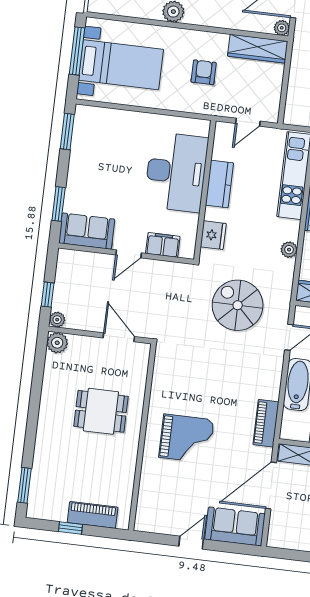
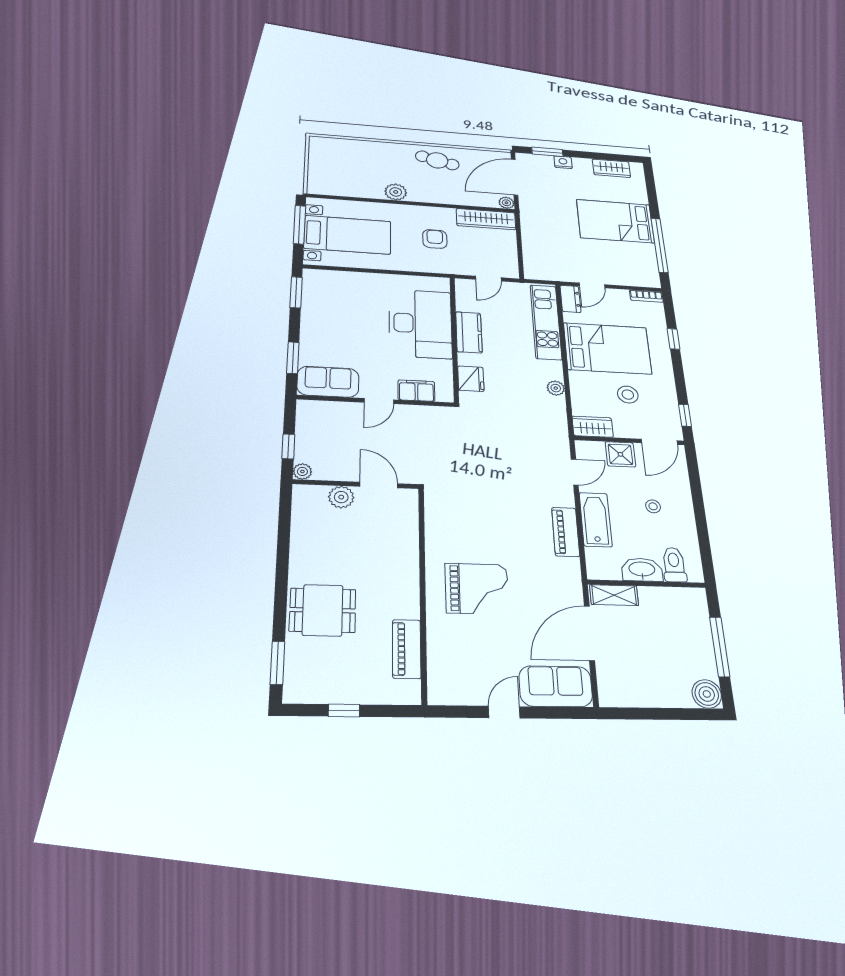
spiral stairs: (238, 305) -> (511, 444), removed
plant: (57, 343) -> (341, 497), moved
dining table: (101, 411) -> (323, 610), moved
piano: (266, 423) -> (566, 532), moved
piano: (93, 515) -> (407, 649), moved, turned -90

